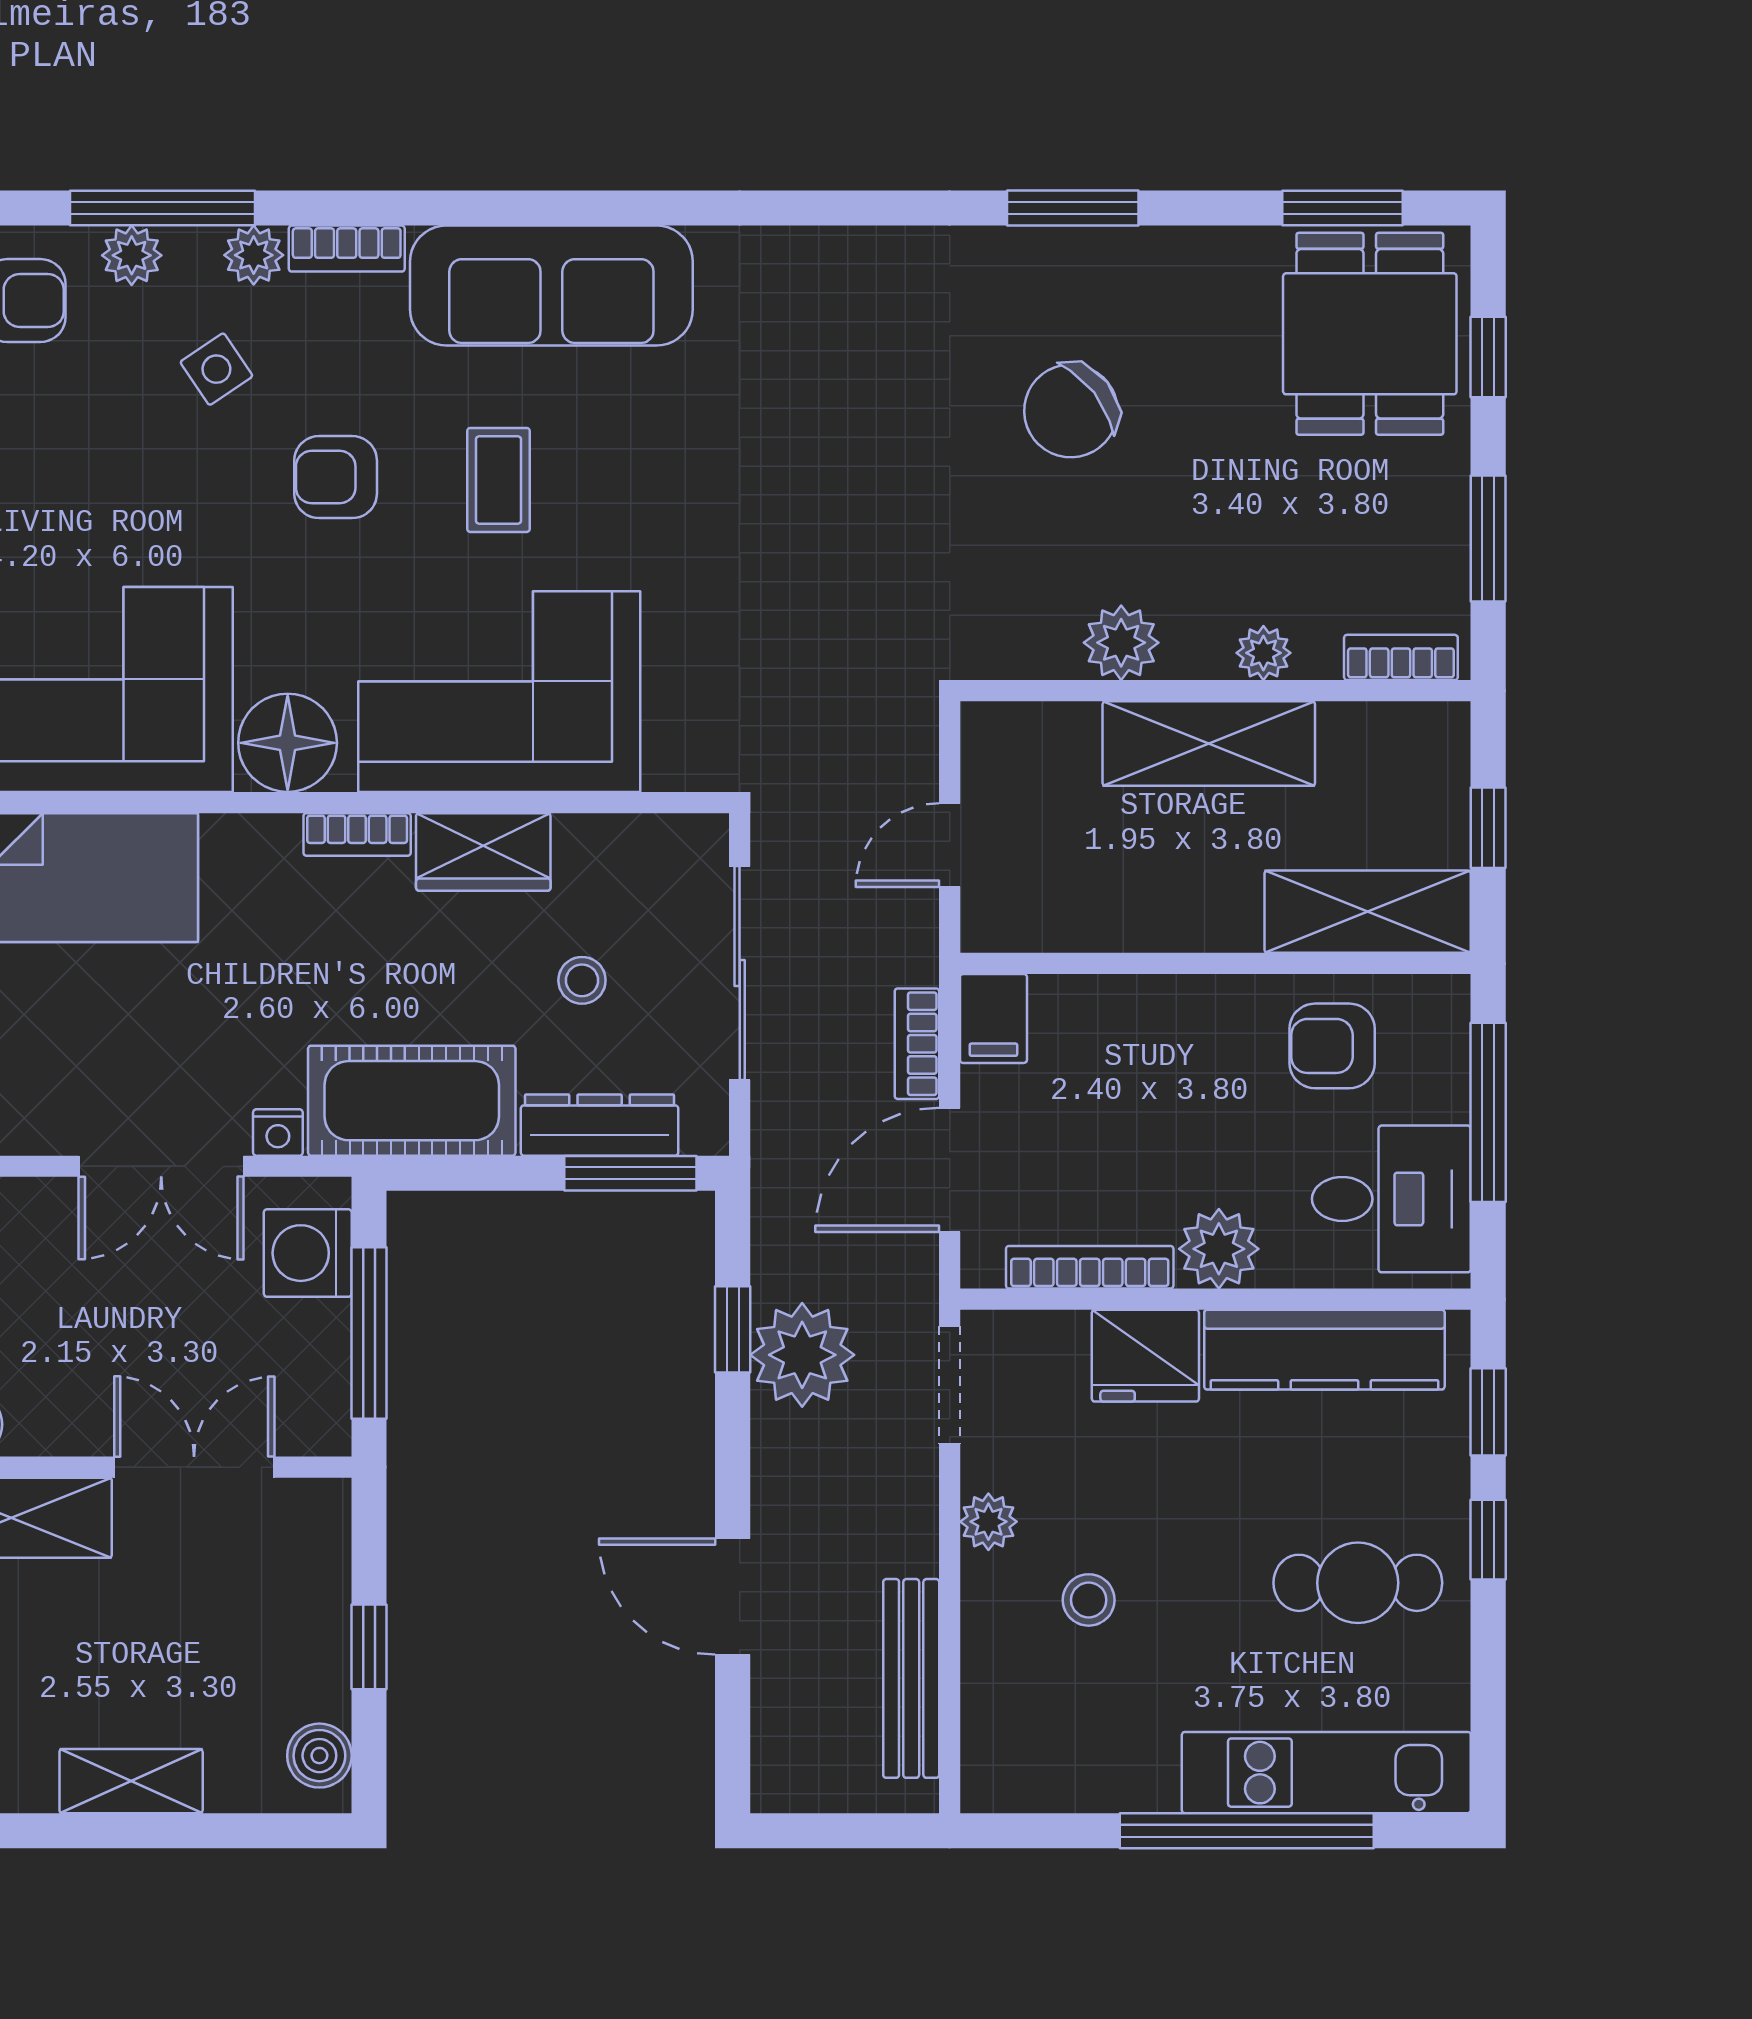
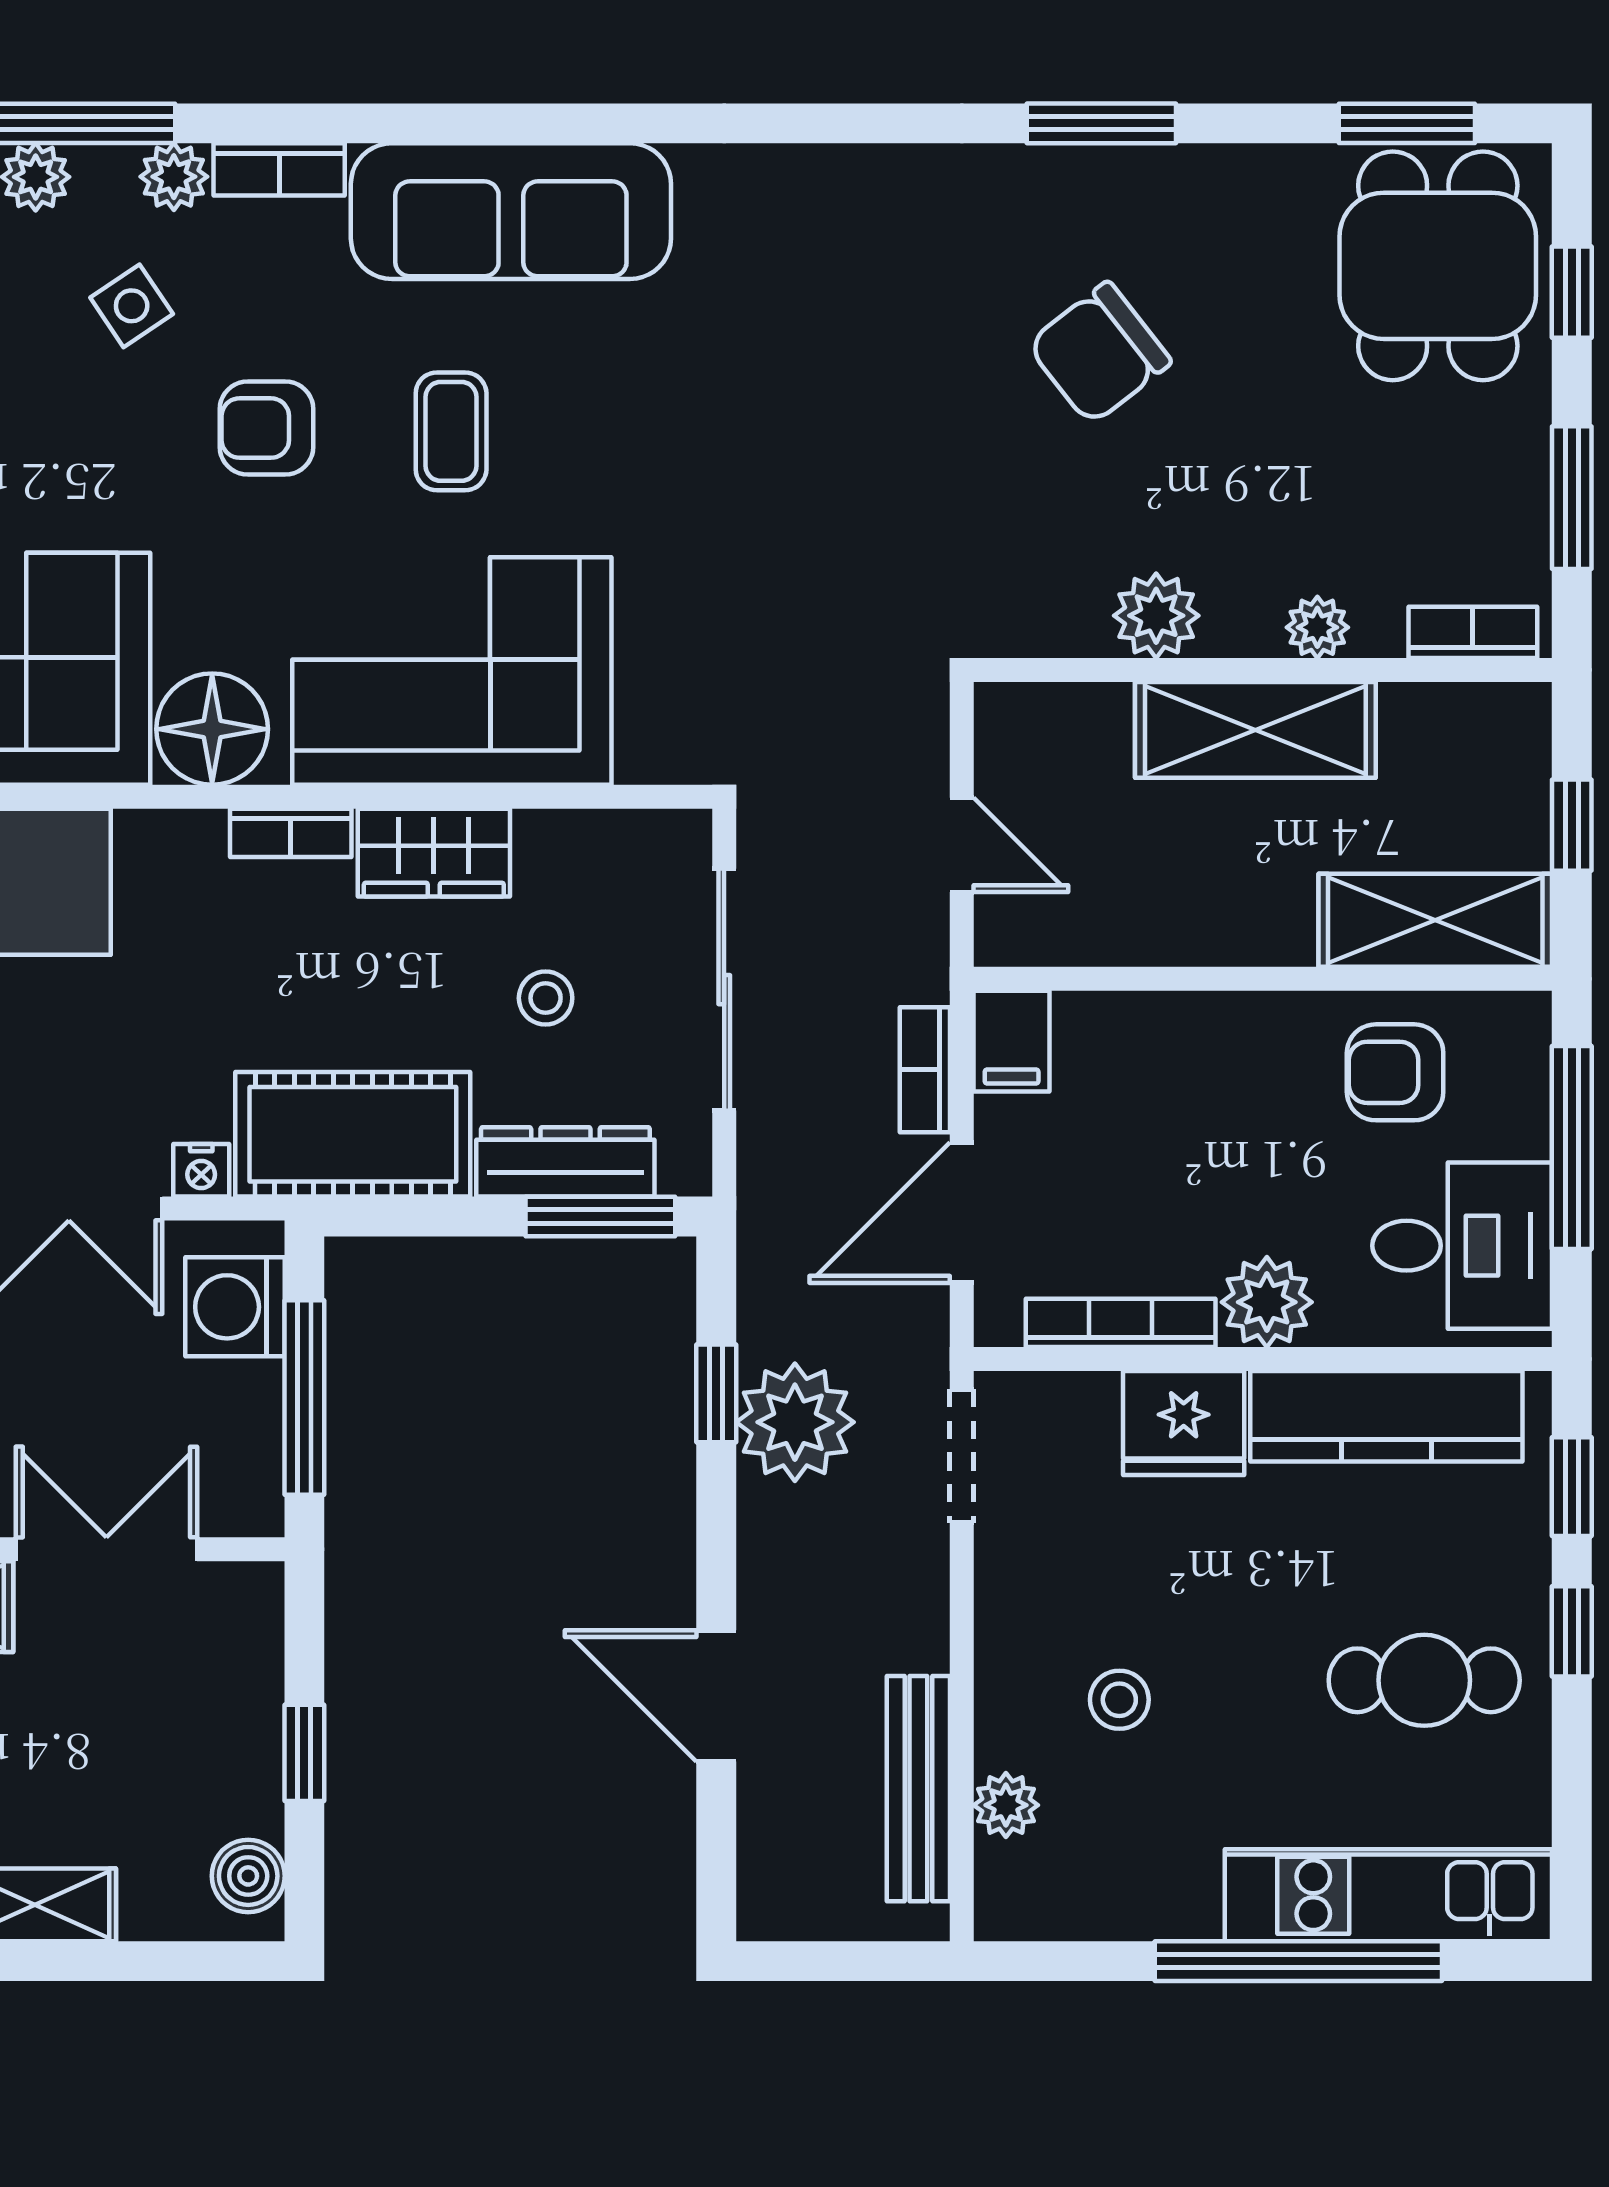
door: (950, 845) -> (962, 845), swing flipped
plant: (988, 1522) -> (1006, 1805), moved

